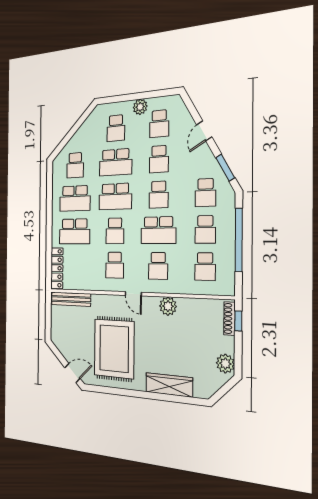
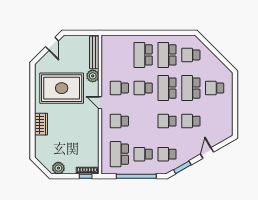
plant: (140, 107) -> (228, 107), removed
school desk: (159, 124) -> (215, 121), removed
door: (204, 131) -> (207, 153), hinge flipped
school desk: (158, 230) -> (143, 121), removed
school desk: (205, 267) -> (119, 154), width x1.85
locker: (57, 268) -> (116, 40), removed
door: (133, 294) -> (100, 103), hinge flipped
plant: (168, 306) -> (93, 76), moved
door: (72, 373) -> (52, 44), moved
wardrobe: (169, 385) -> (41, 124), width x0.67

